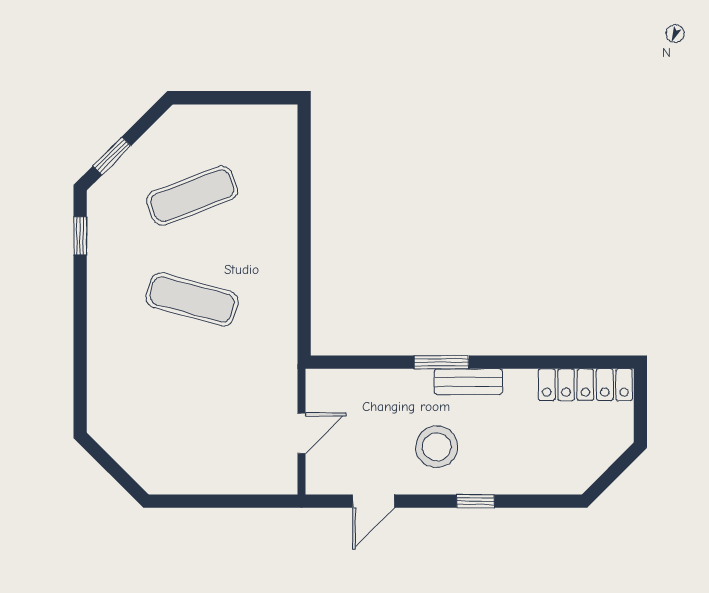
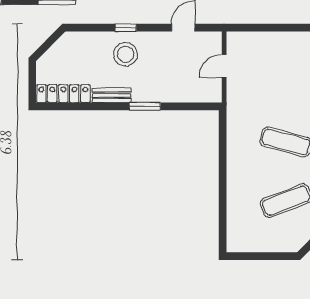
bench: (468, 382) -> (112, 95), moved
stool: (437, 447) -> (125, 54), moved

